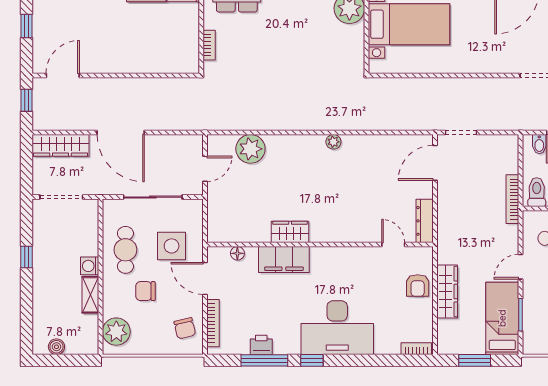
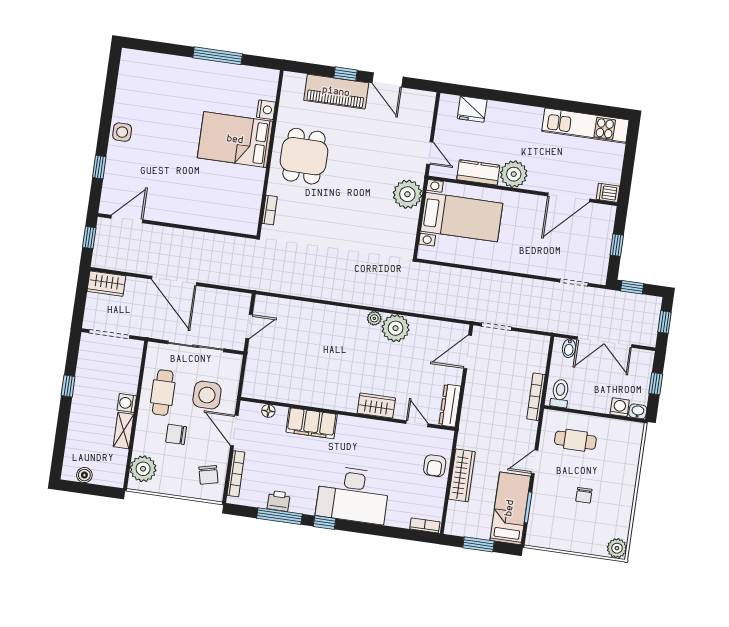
wardrobe: (61, 145) -> (106, 284), width x0.67
plant: (250, 149) -> (396, 328), moved
wardrobe: (290, 232) -> (376, 406), moved

